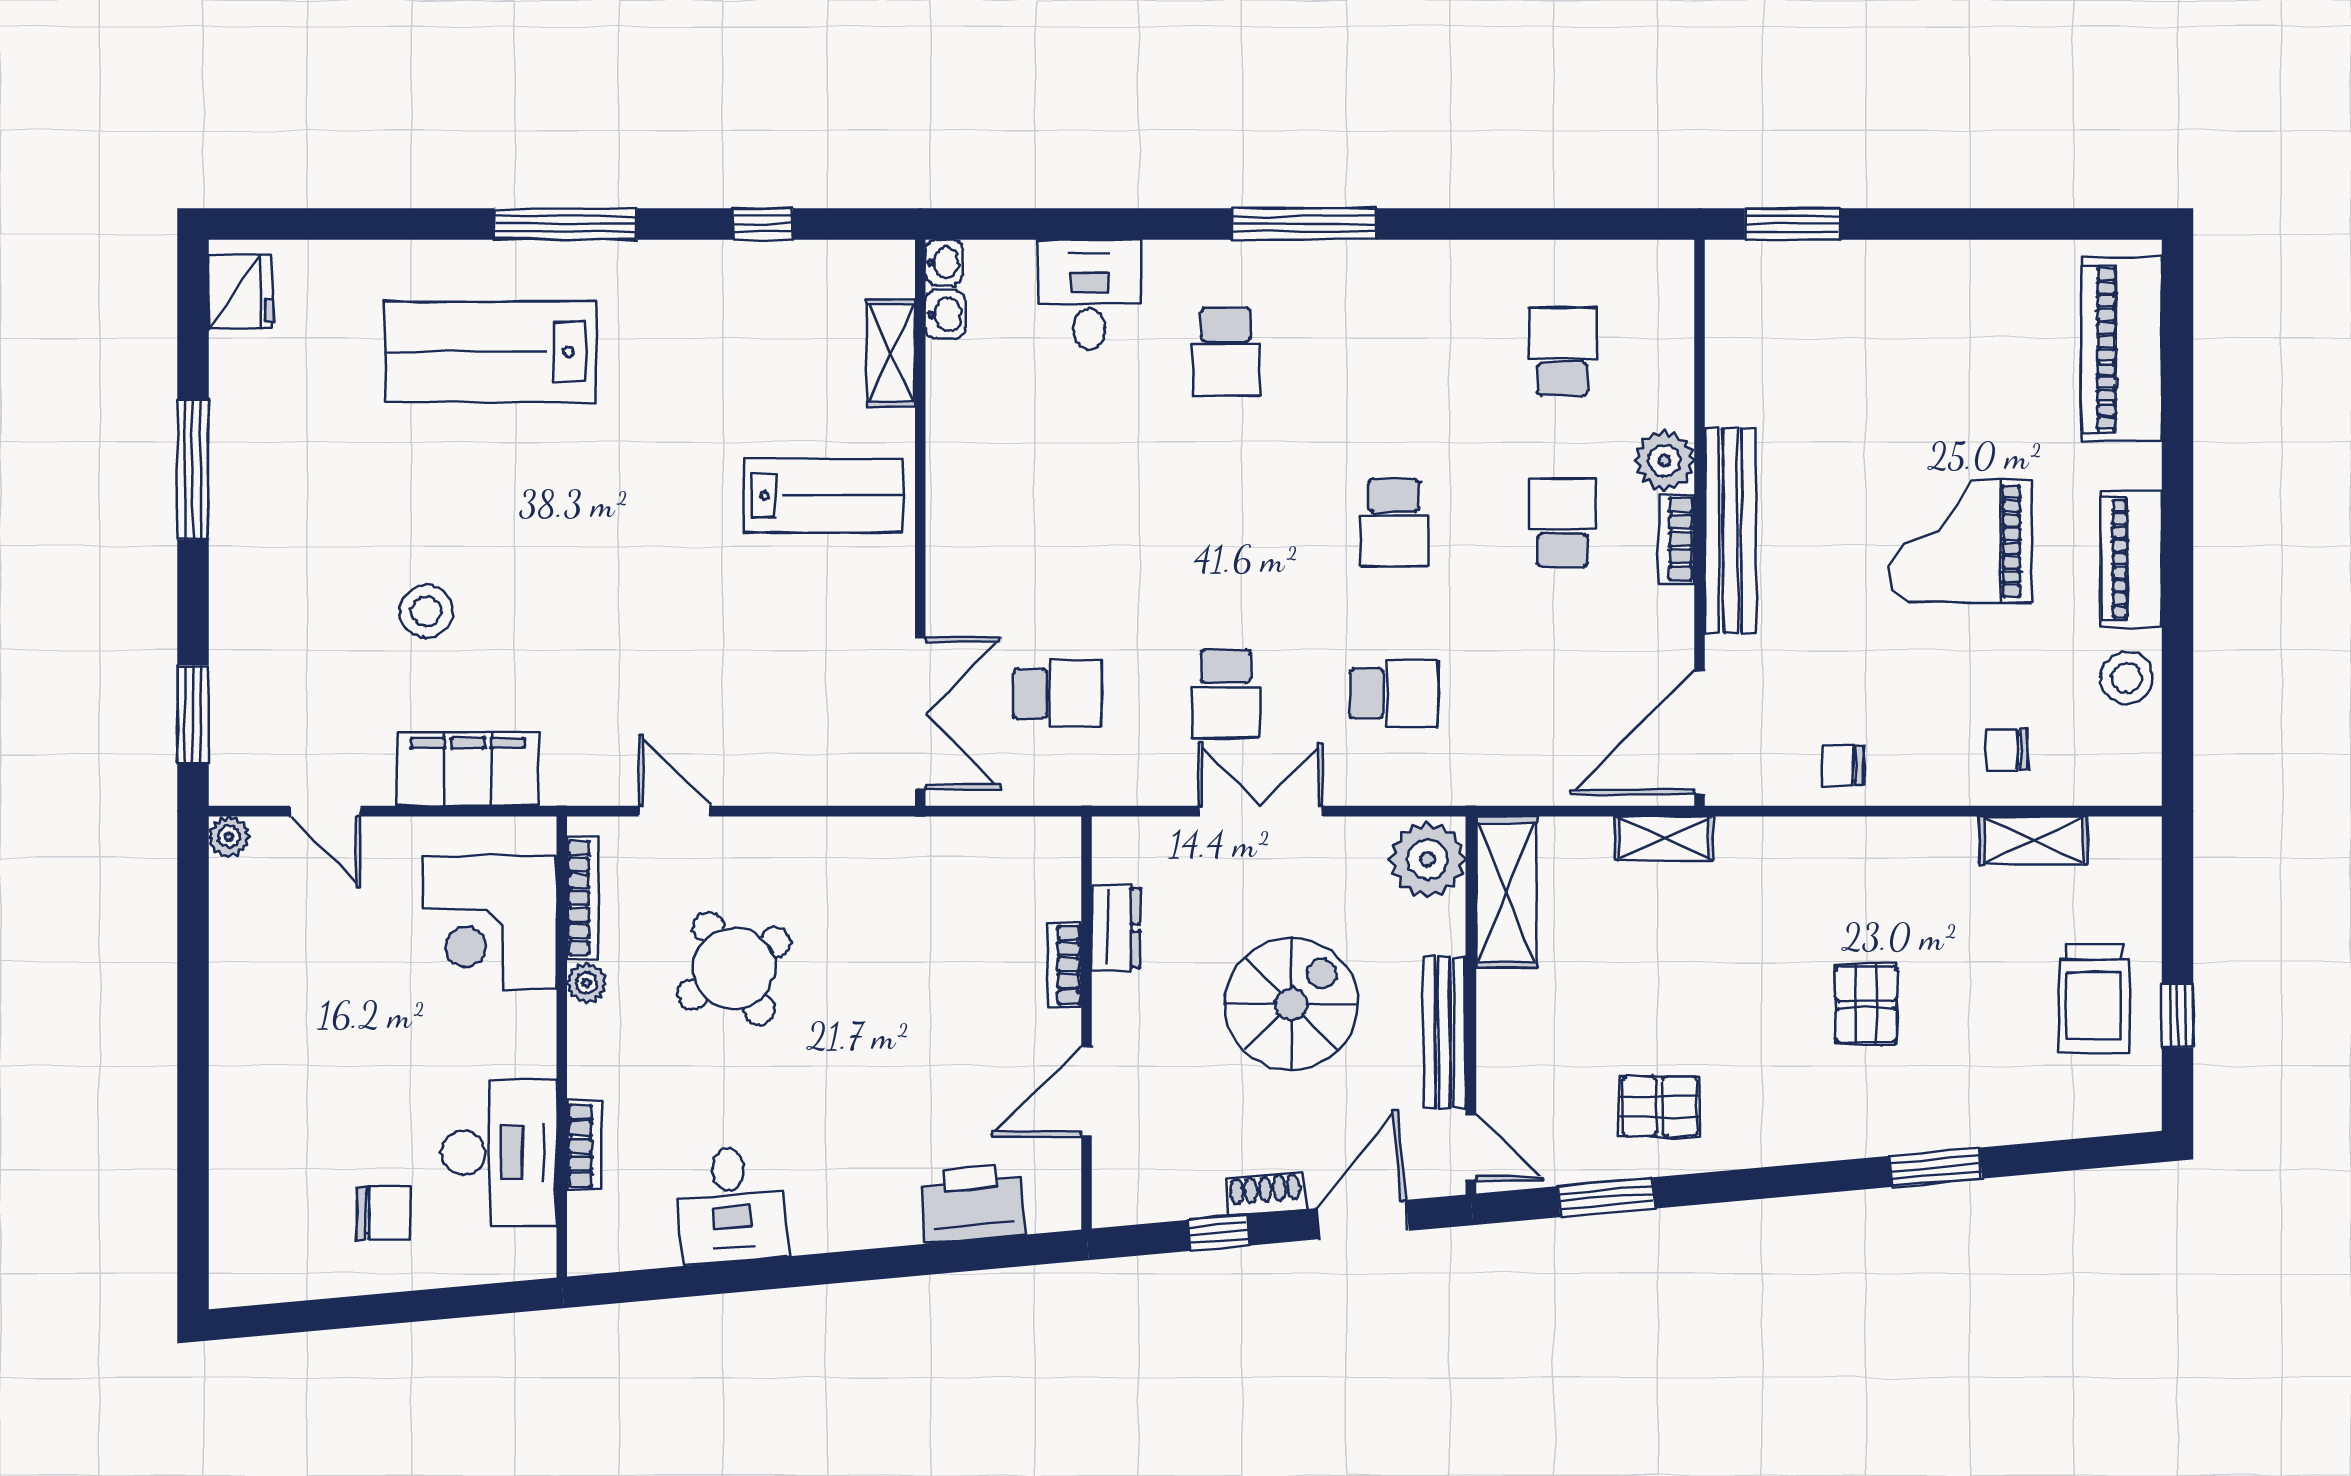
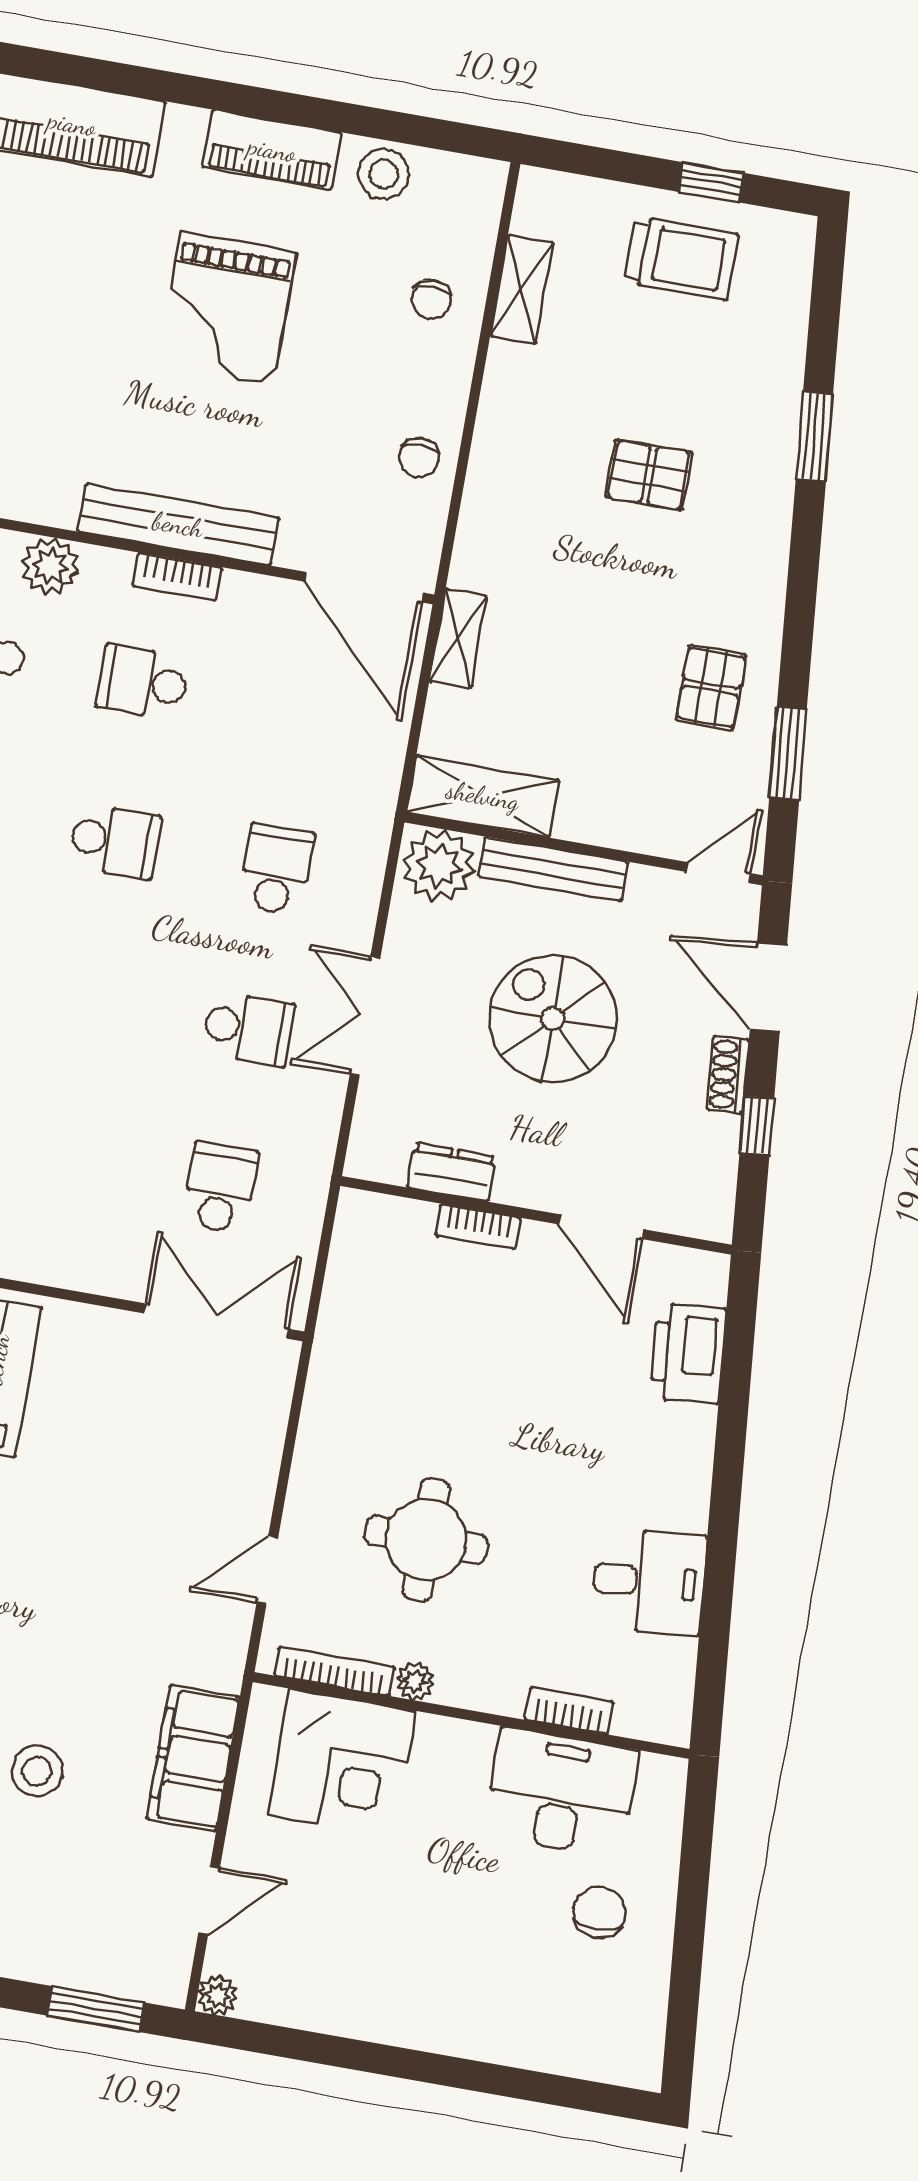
plant: (1664, 461) -> (50, 566), moved
round table: (734, 968) -> (426, 1540), turned 32
bench: (1445, 1032) -> (553, 869), moved

